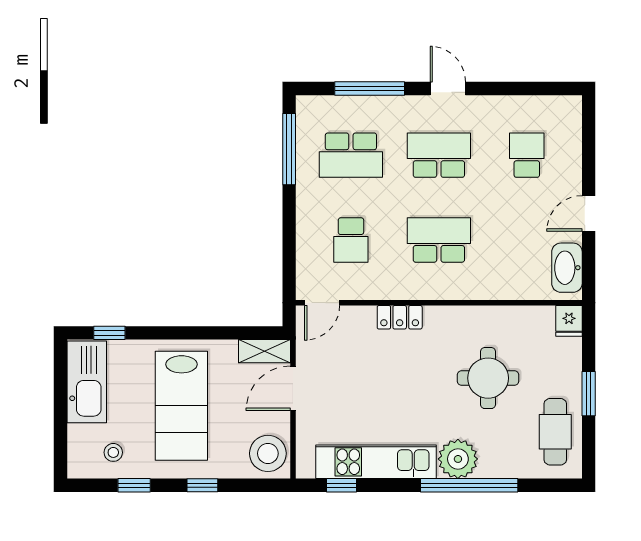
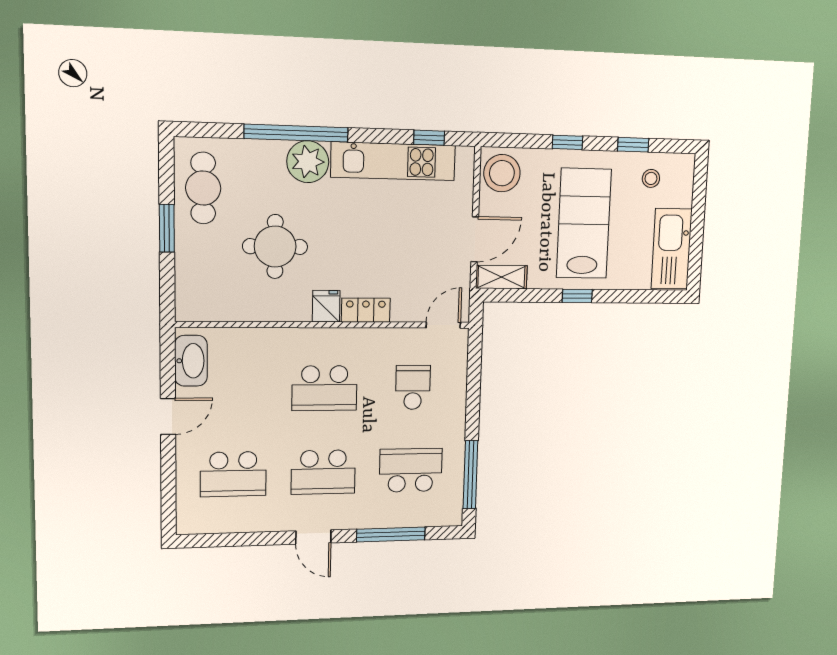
school desk: (527, 155) -> (233, 474), width x1.85
fridge: (569, 321) -> (326, 306), moved
window: (109, 333) -> (577, 296), moved

